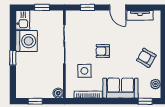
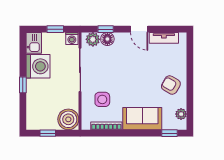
washing machine: (57, 16) -> (72, 38), added
floor lamp: (89, 16) -> (107, 39), added
plant: (76, 17) -> (93, 39), added
armchair: (103, 51) -> (123, 77), removed
boiler: (58, 93) -> (68, 119), width x1.86, depth x1.86

